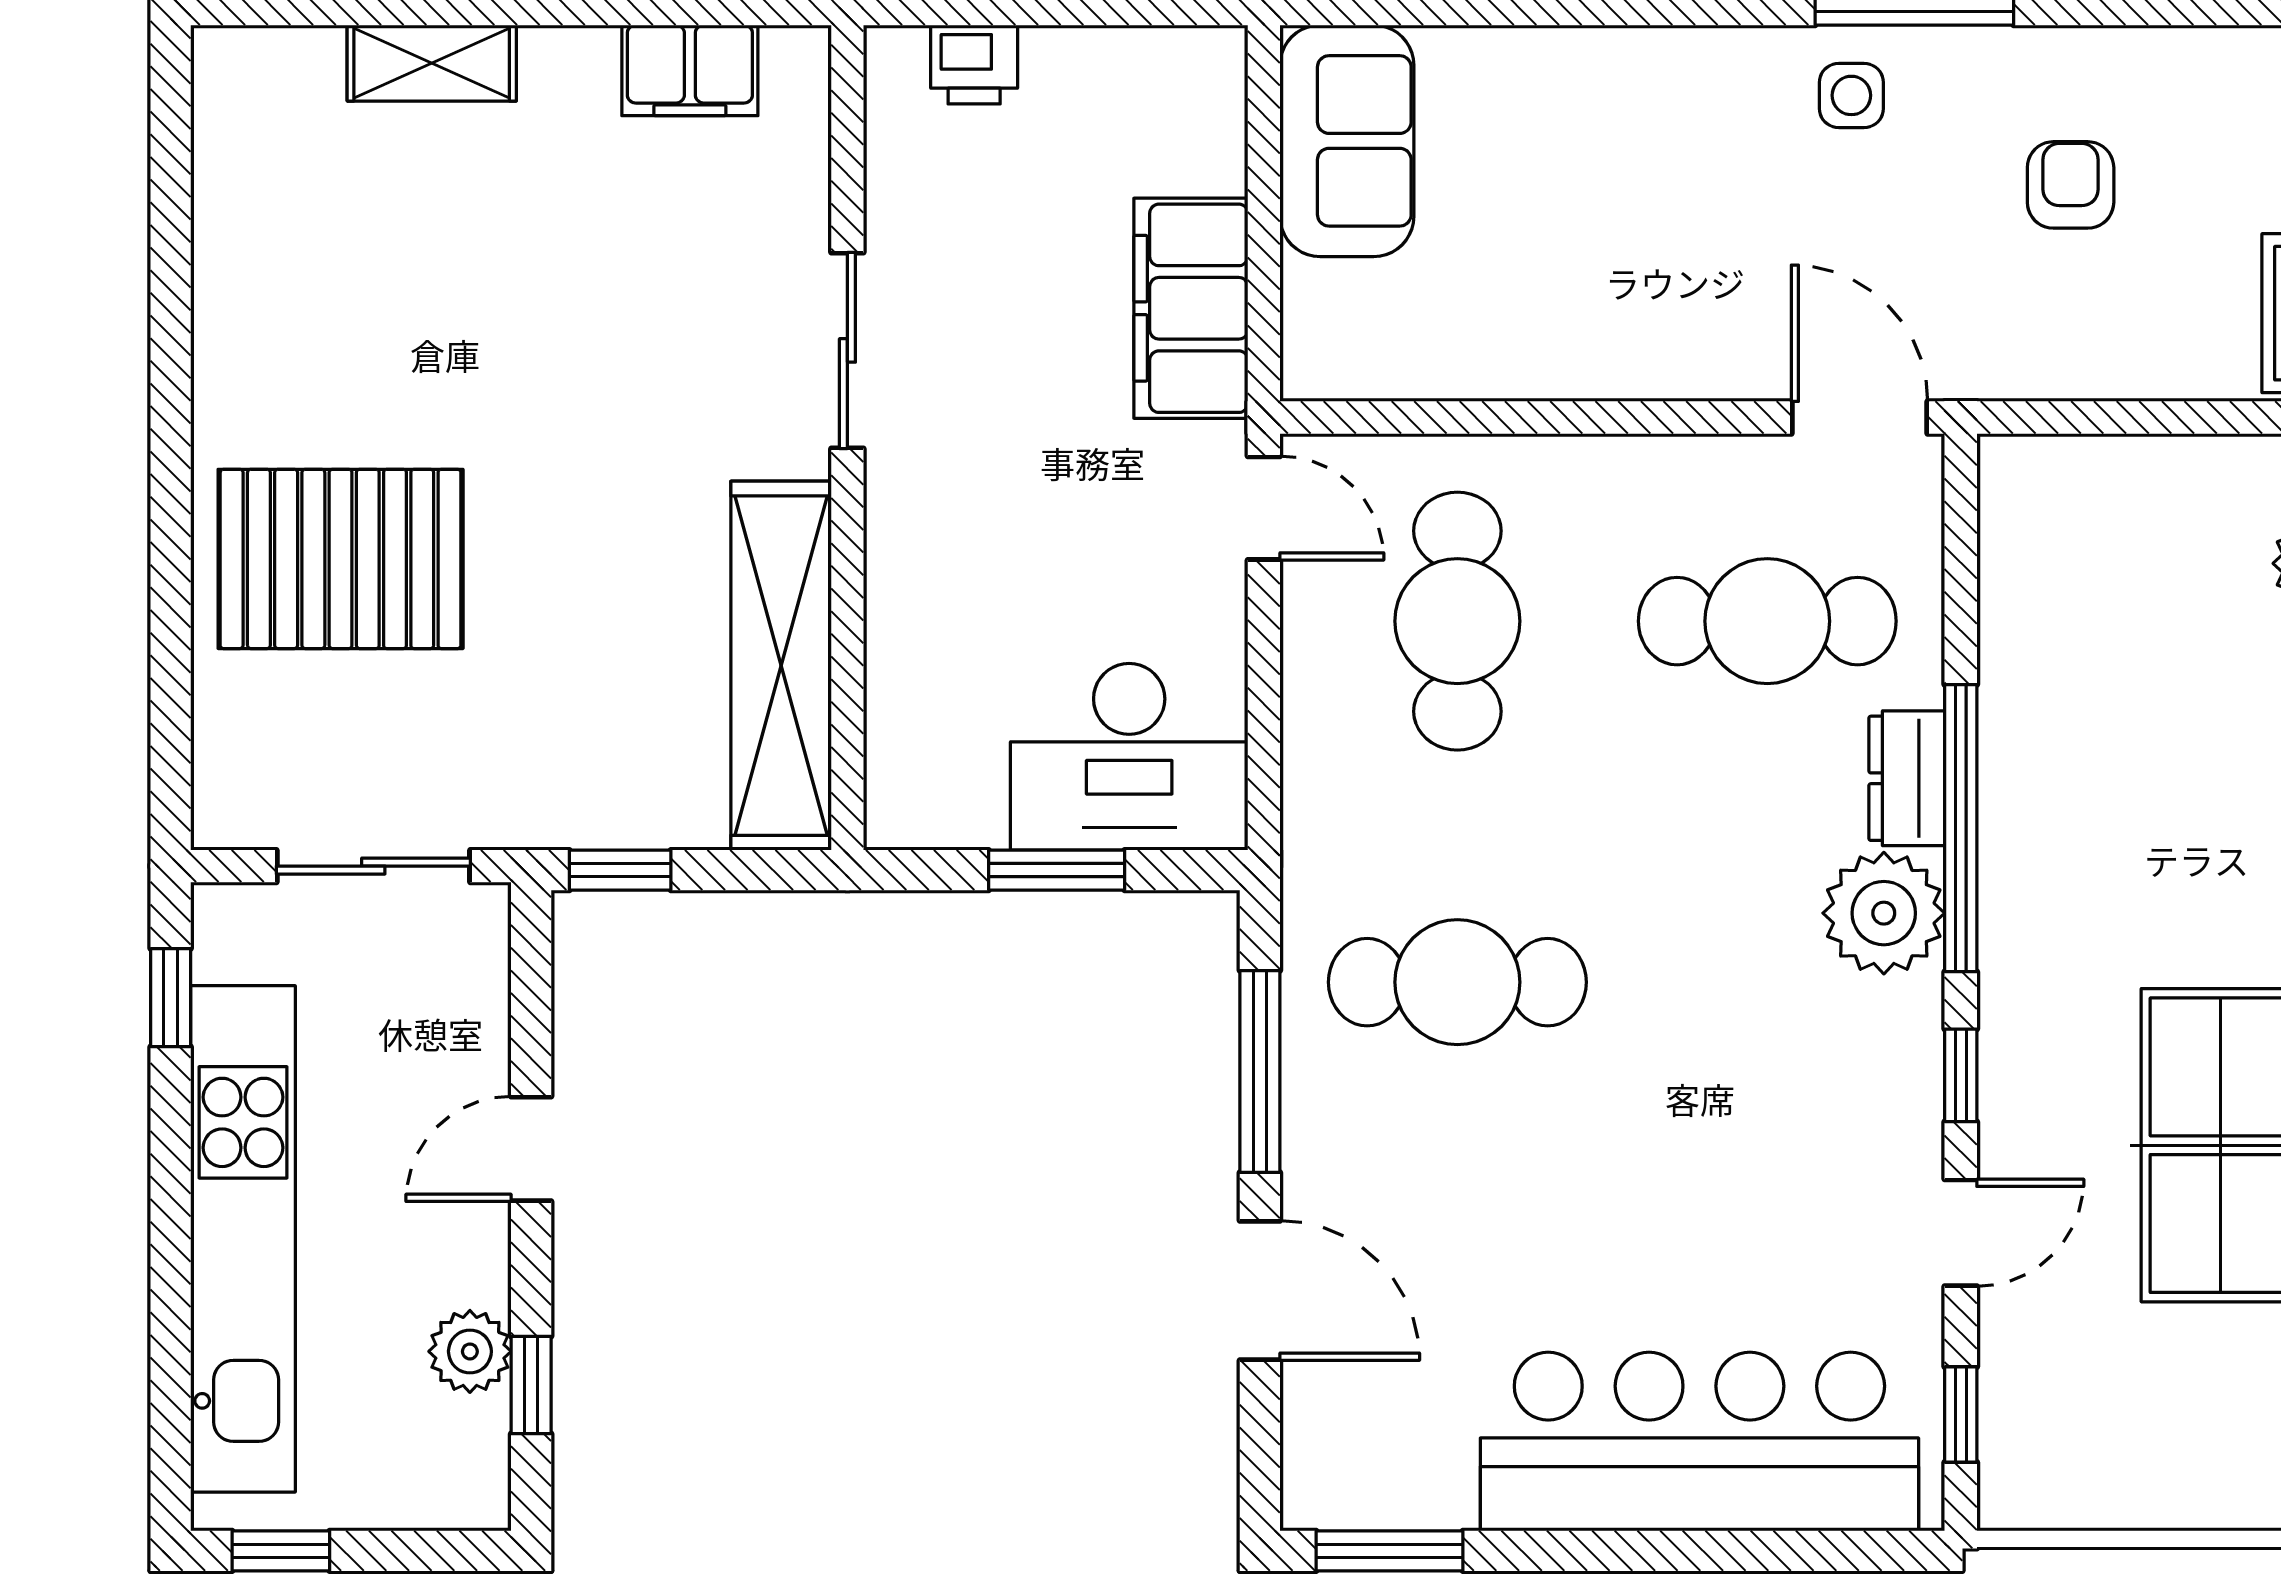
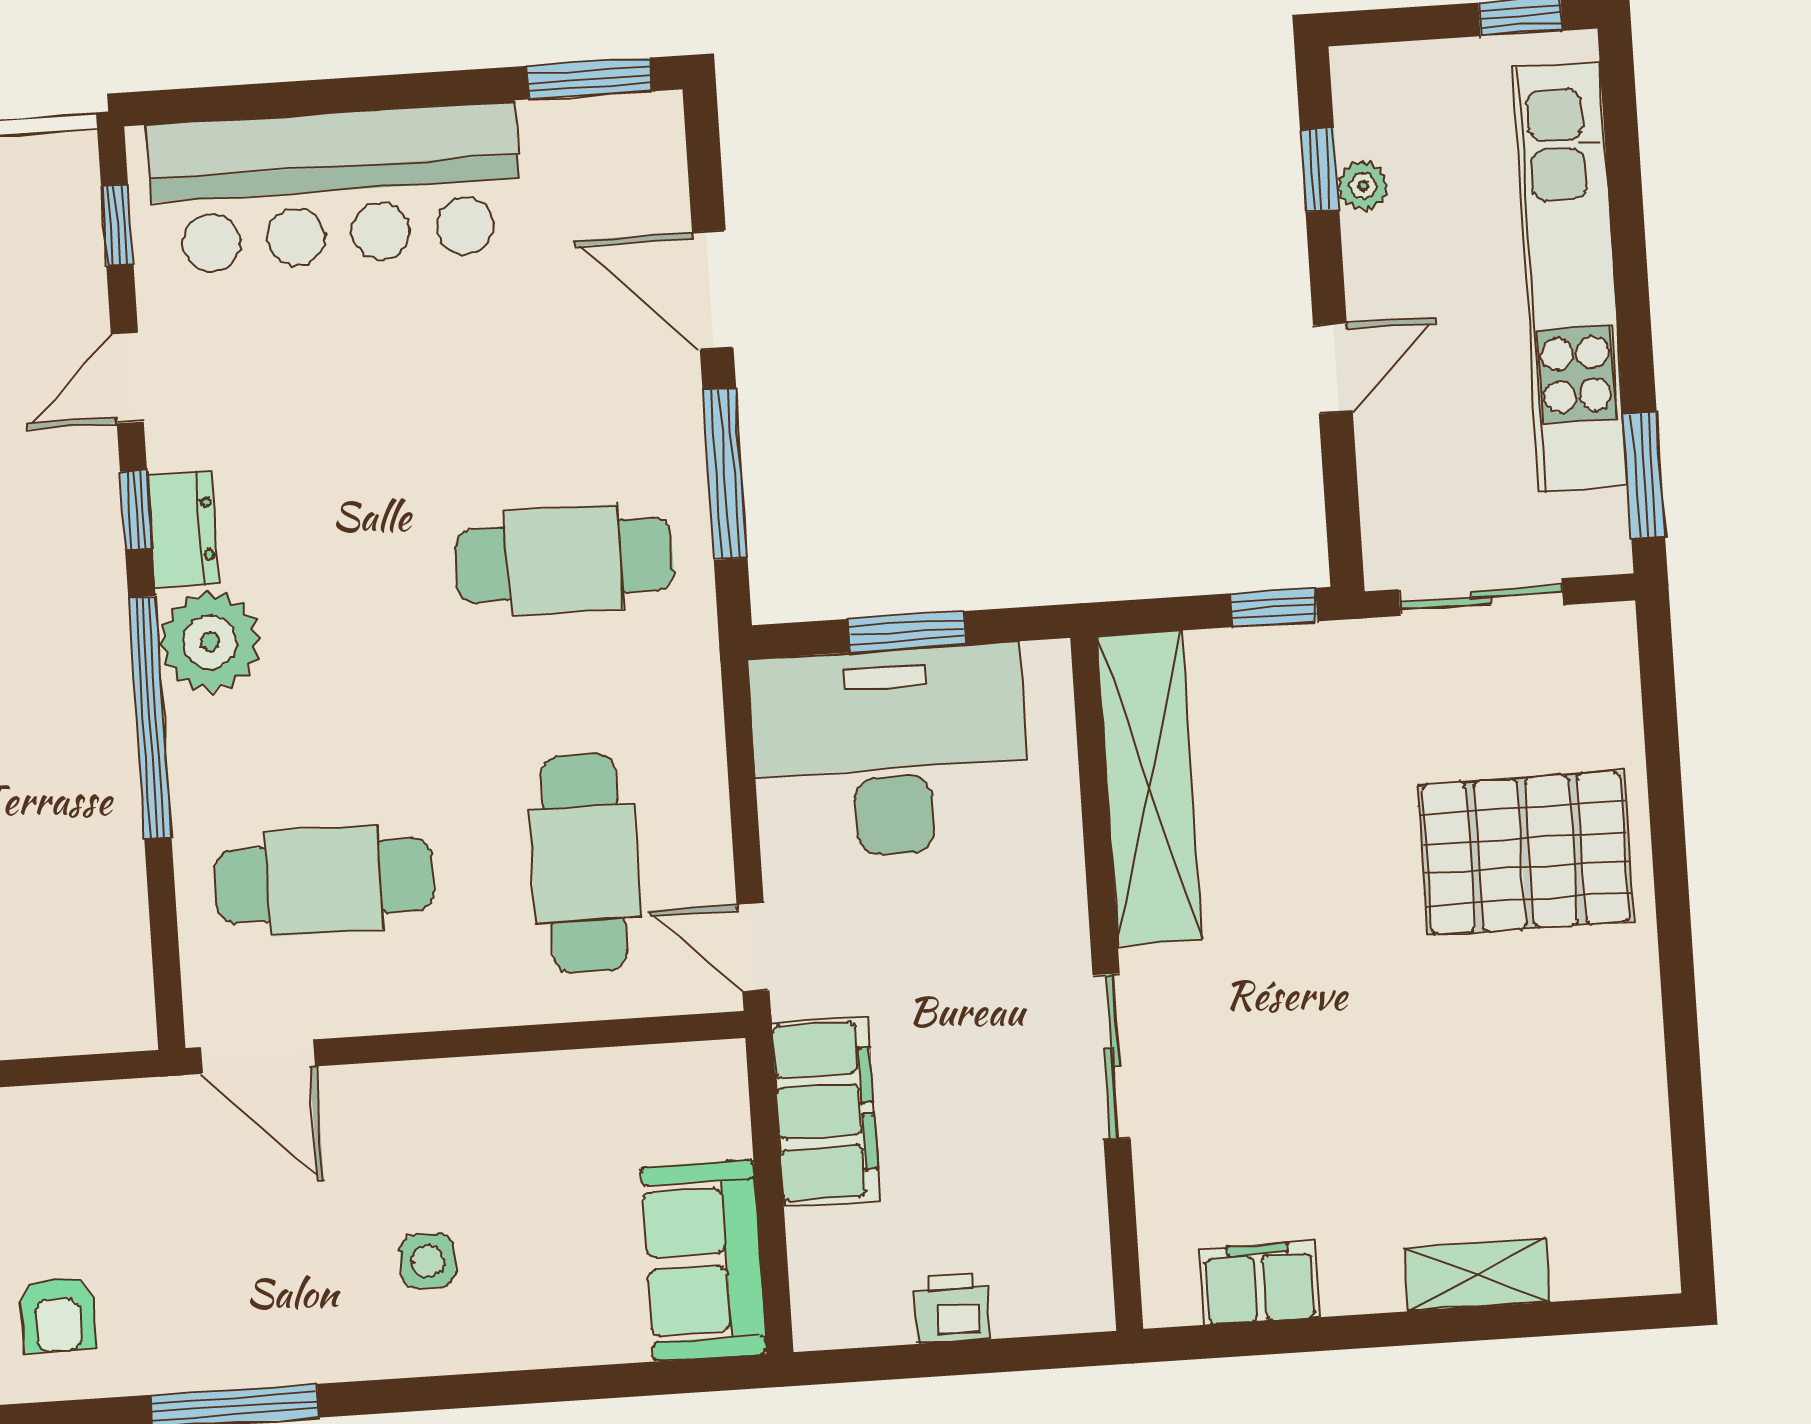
printer: (974, 64) -> (952, 1308), moved
side table: (1851, 95) -> (428, 1261), moved
armchair: (2071, 185) -> (58, 1315), moved
desk: (1129, 757) -> (890, 752), width x1.36, depth x1.30
dresser: (1907, 778) -> (183, 530), moved
window: (171, 998) -> (1644, 475), width x1.50
plant: (470, 1351) -> (1363, 186), width x0.73, depth x0.73

